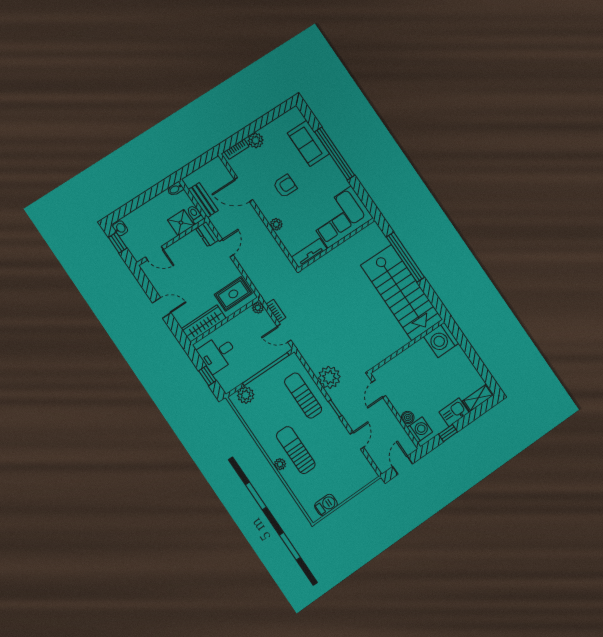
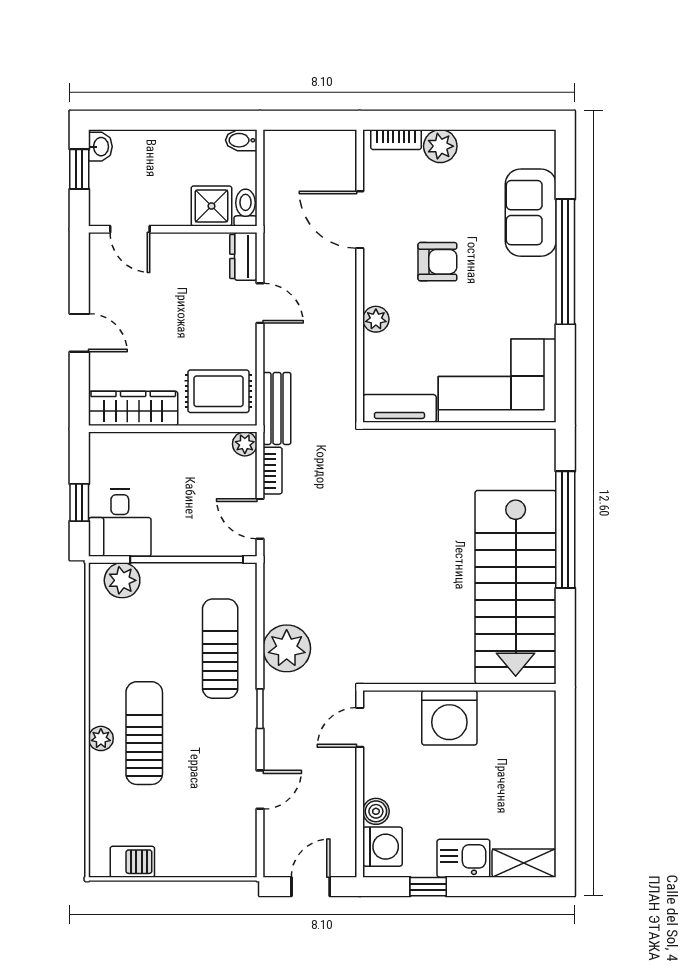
bench: (203, 200) -> (277, 408), moved
door: (226, 248) -> (260, 303), hinge flipped
washing machine: (441, 340) -> (449, 718), moved, turned -90
desk: (218, 354) -> (120, 523), moved, turned -90

